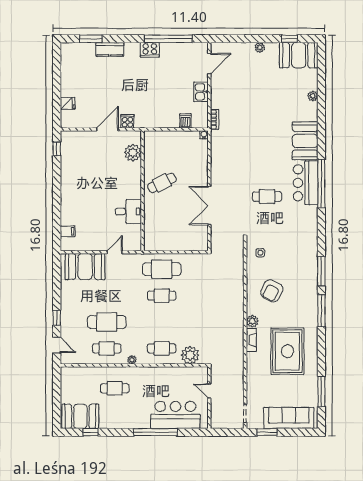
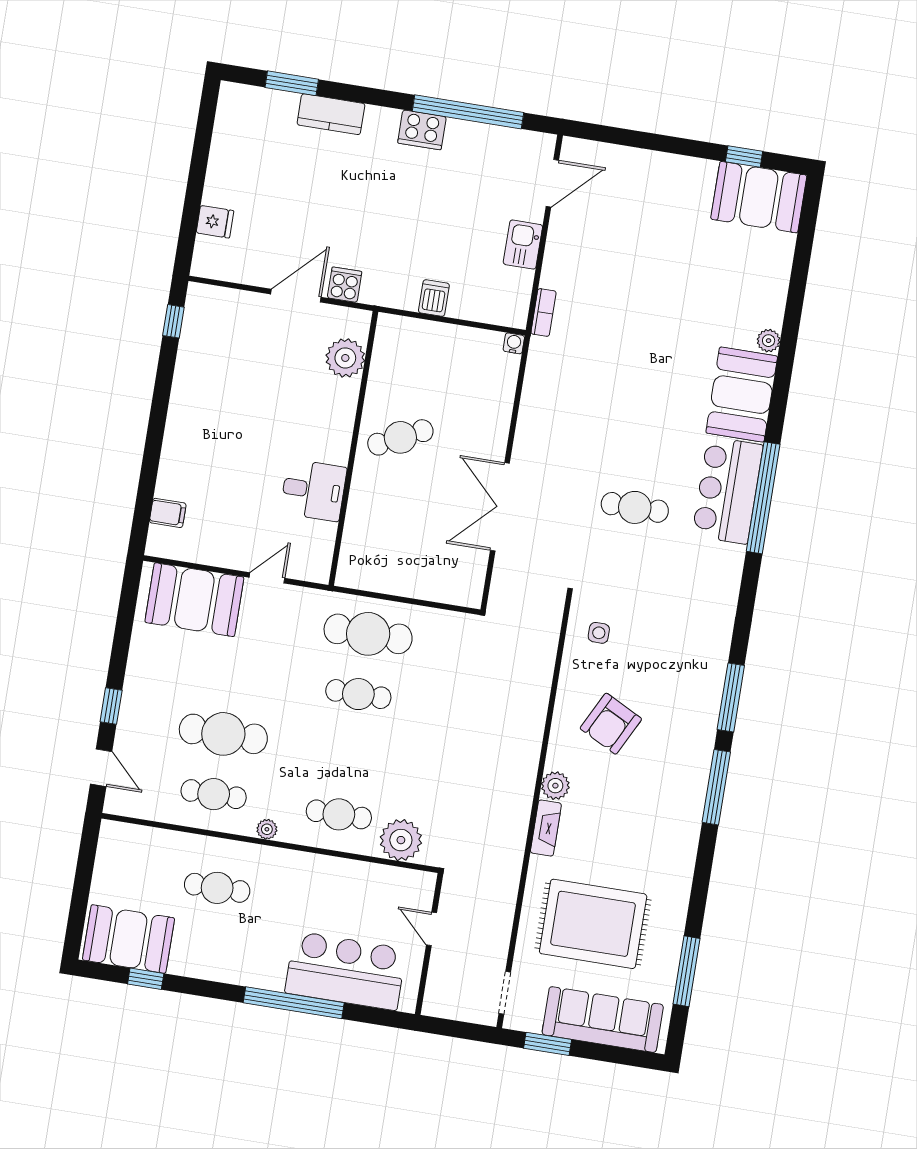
plant: (260, 47) -> (673, 165), removed
plant: (313, 96) -> (769, 341), moved
dishwasher: (185, 121) -> (434, 298), moved
rug: (287, 351) -> (593, 924), moved, turned 90

